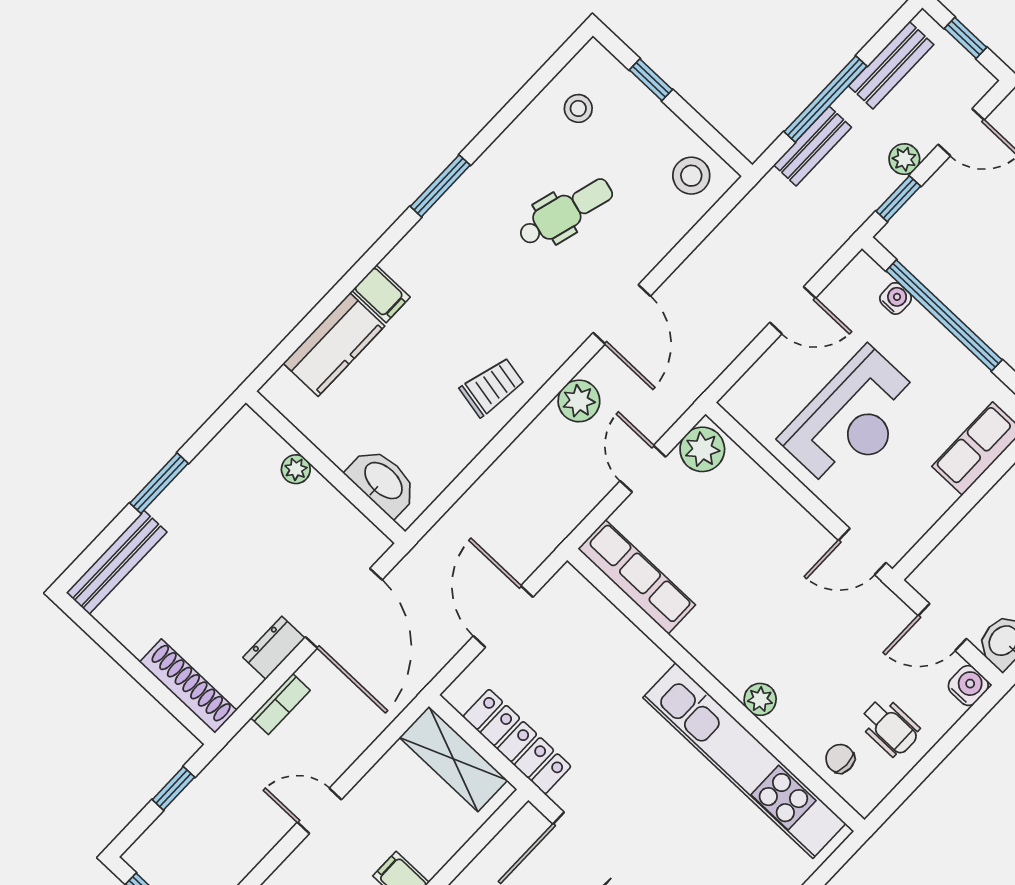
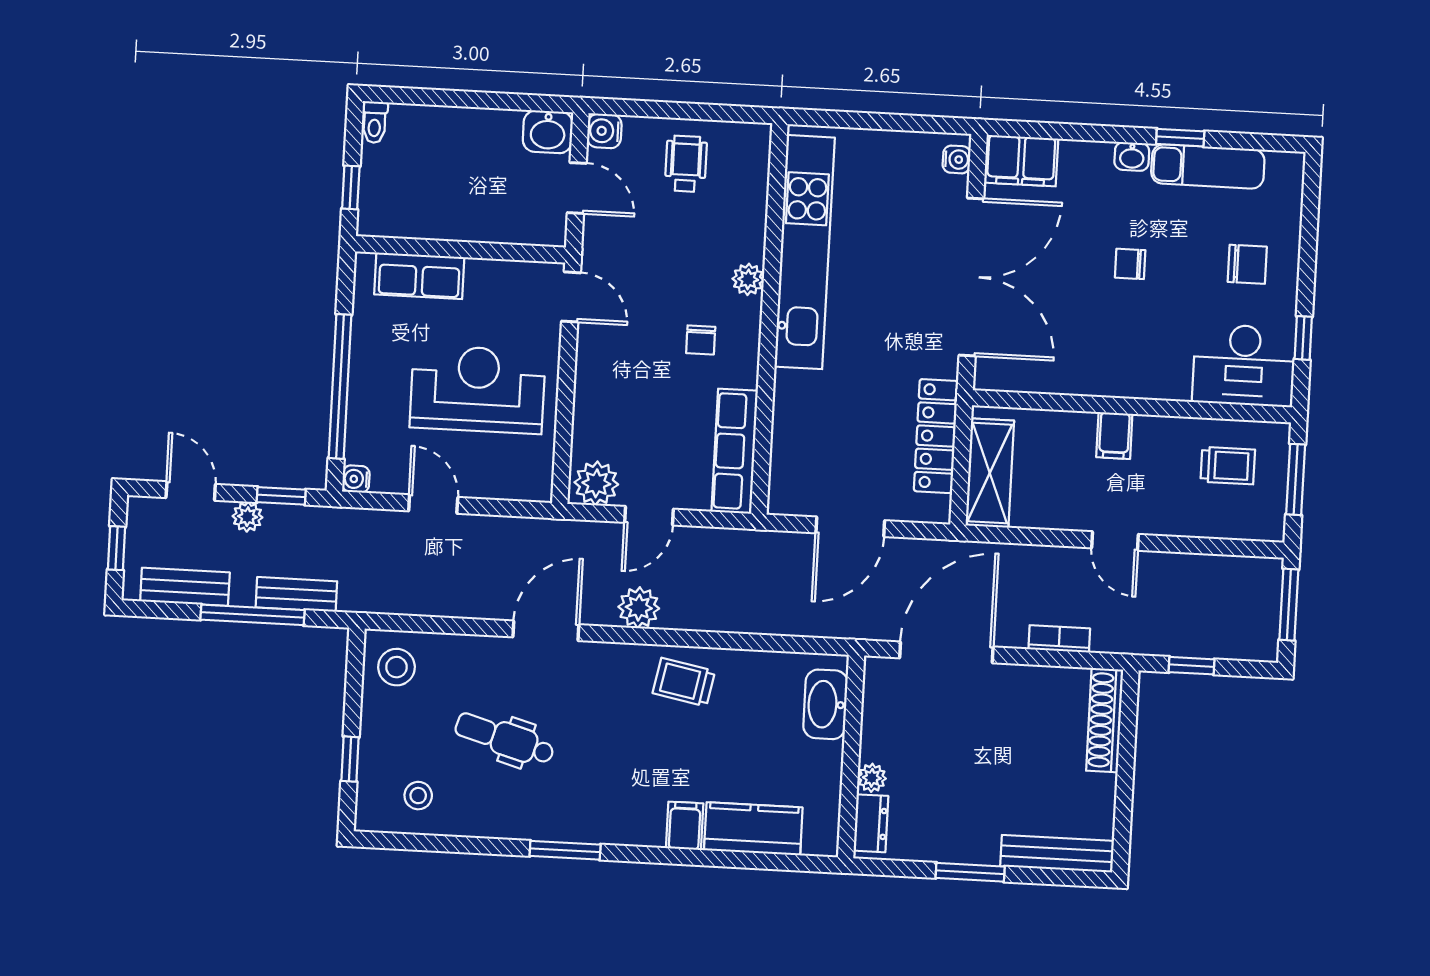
water cooler: (896, 298) -> (356, 479), moved
dresser: (274, 648) -> (871, 823), moved, turned -90
chair: (840, 759) -> (701, 340), moved

